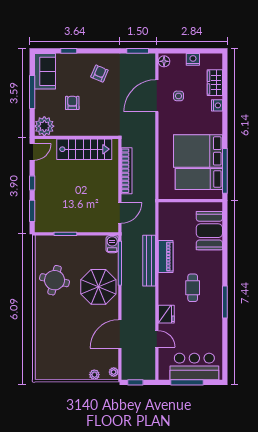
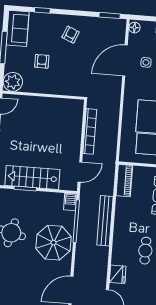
stairs: (84, 149) -> (32, 177), moved, turned 180
piano: (166, 257) -> (124, 181), moved

